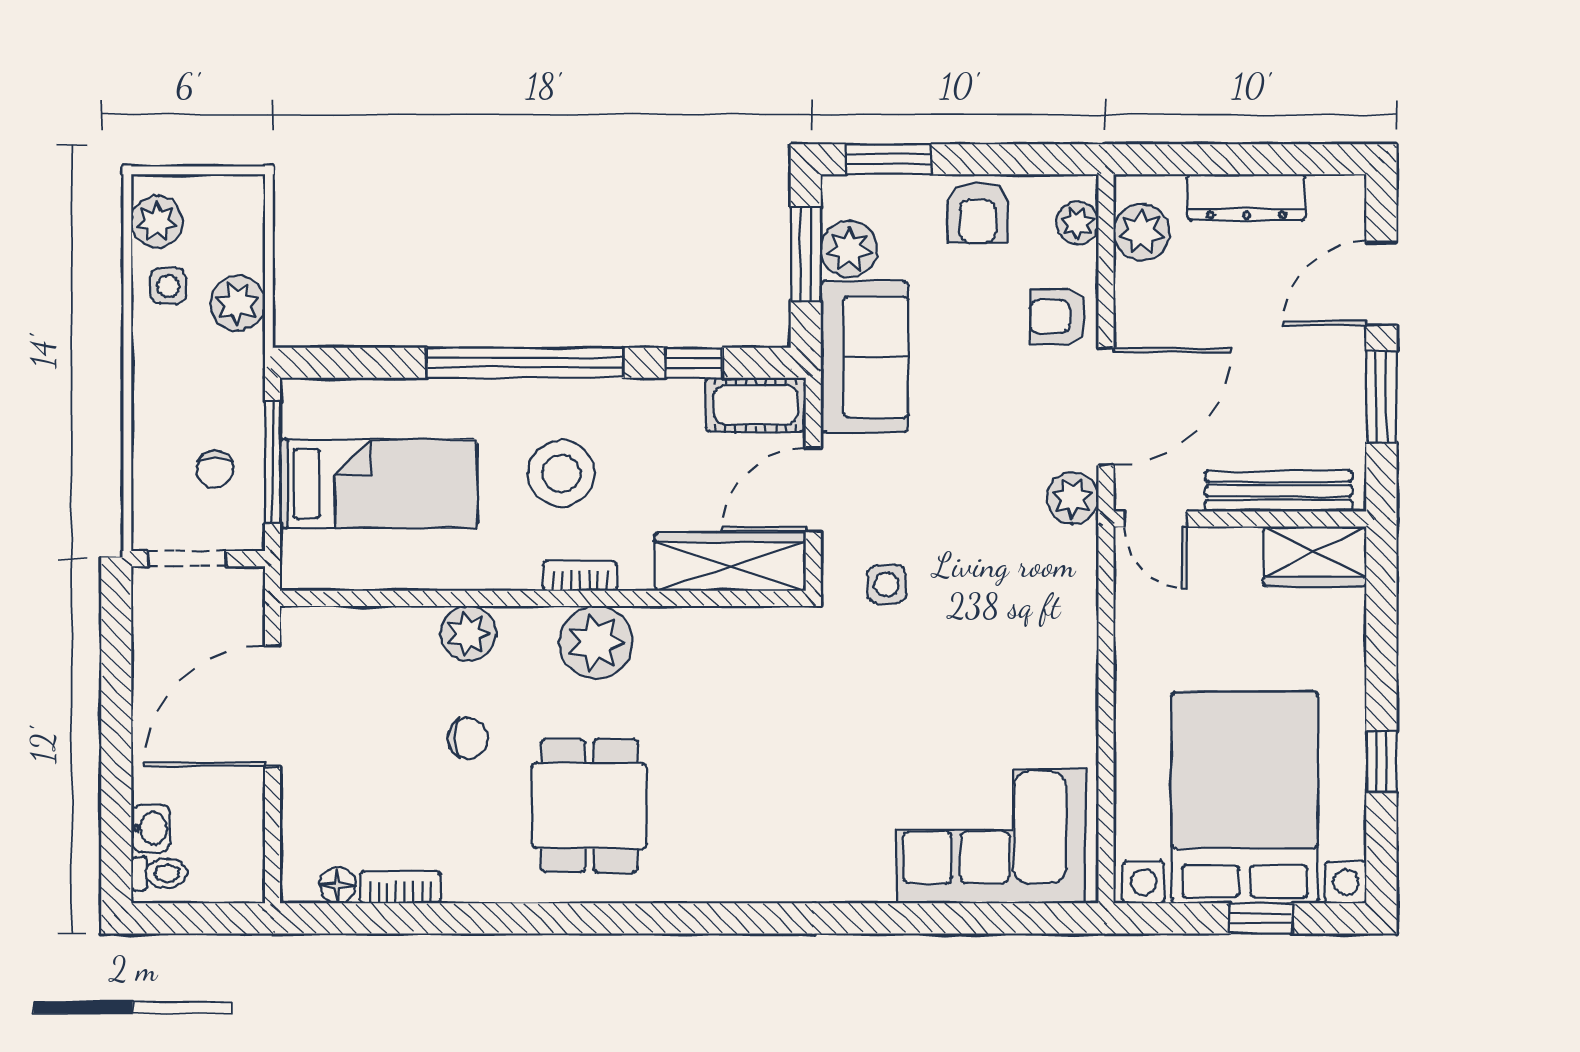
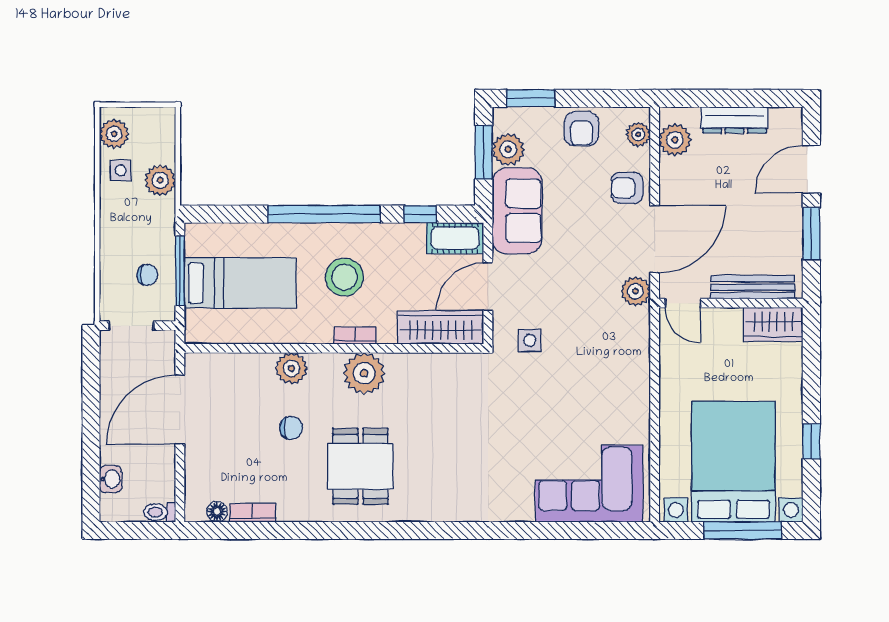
chair: (215, 469) -> (147, 275), turned -90
toilet: (159, 873) -> (160, 512), moved, turned 180
window: (1261, 918) -> (743, 530), width x2.17

